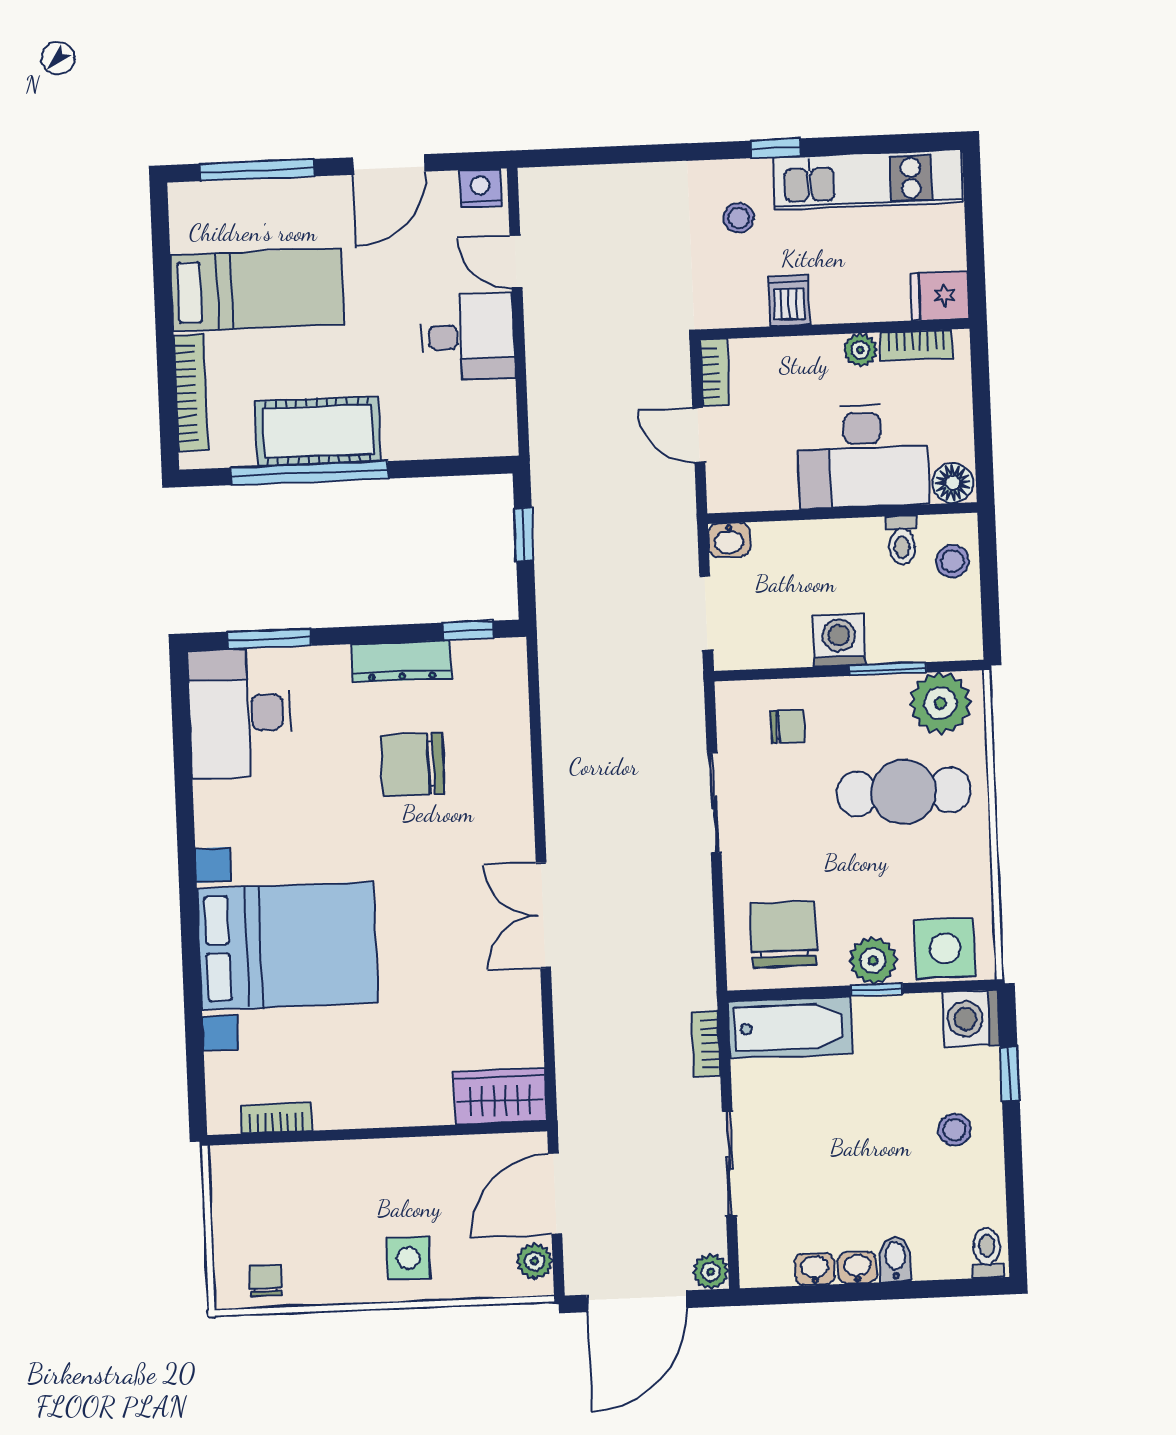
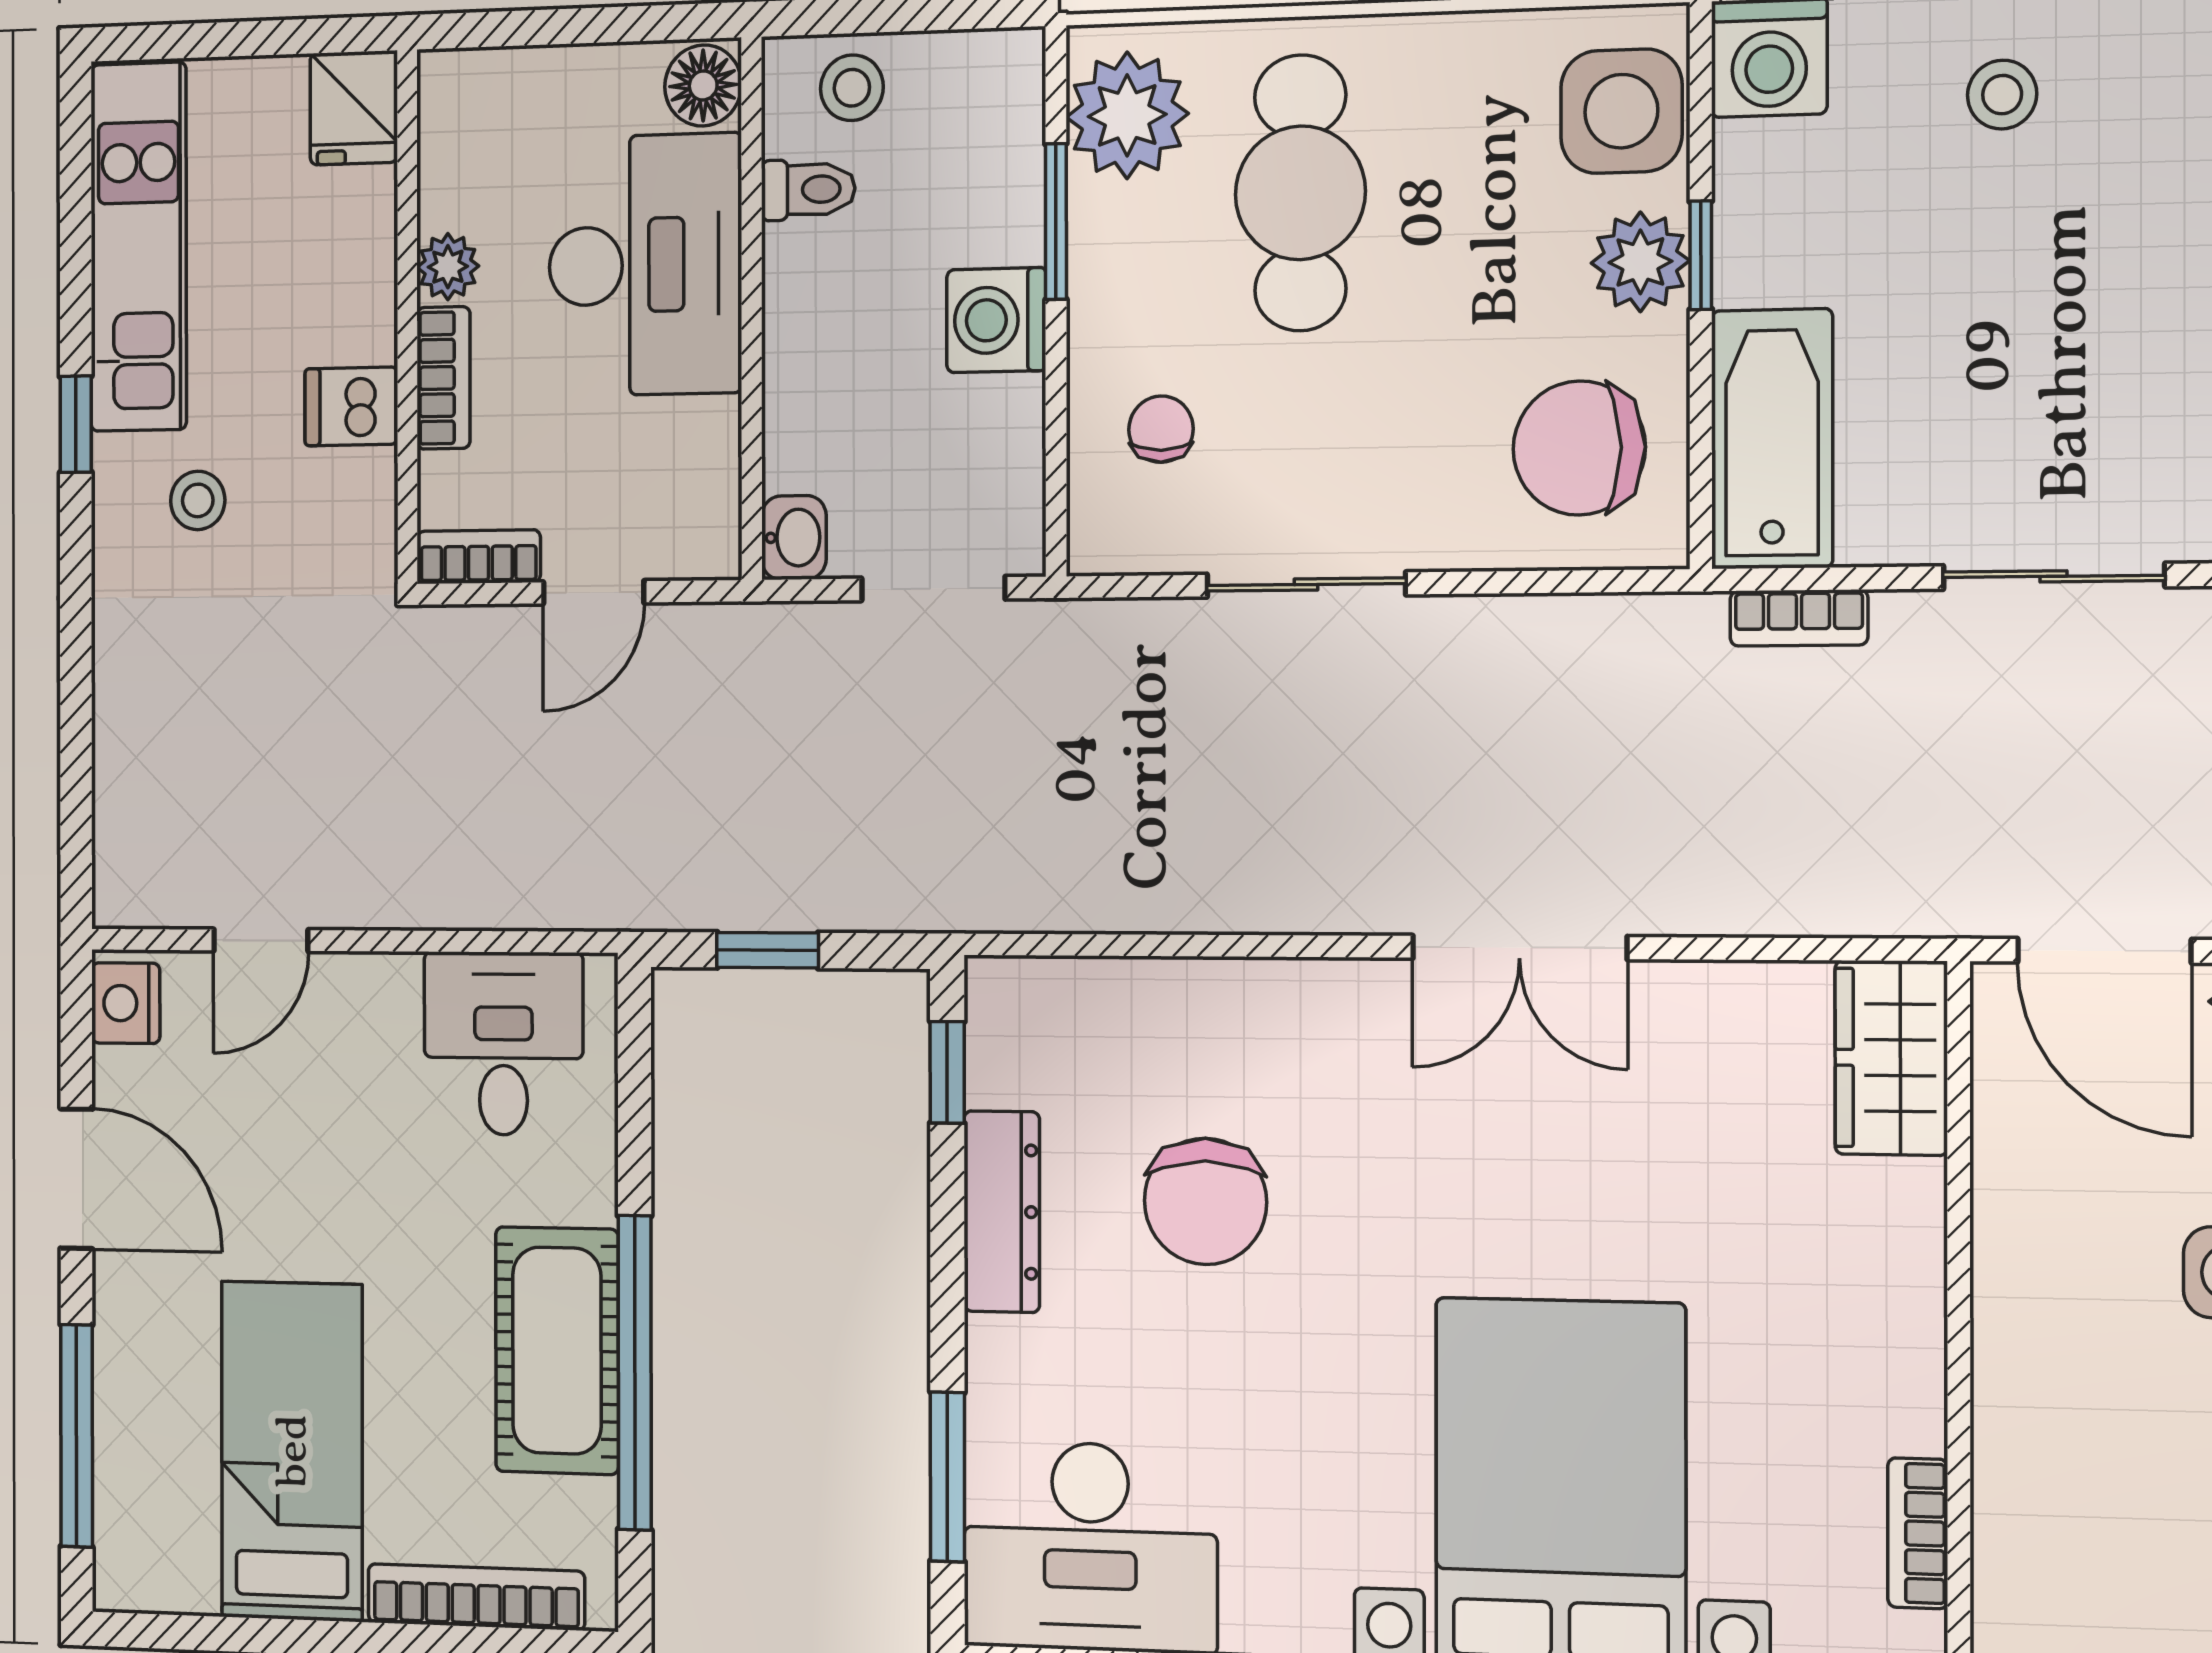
desk: (468, 336) -> (503, 1044), moved
bookcase: (916, 345) -> (443, 378), moved

